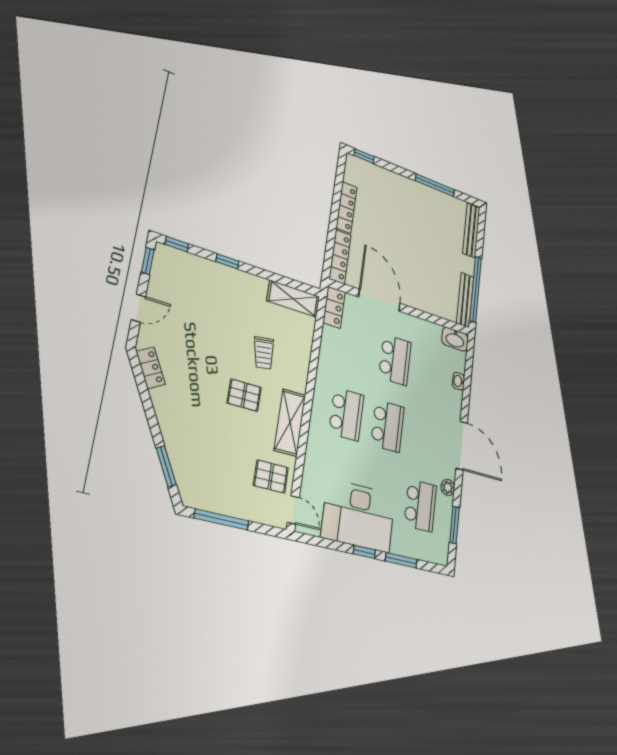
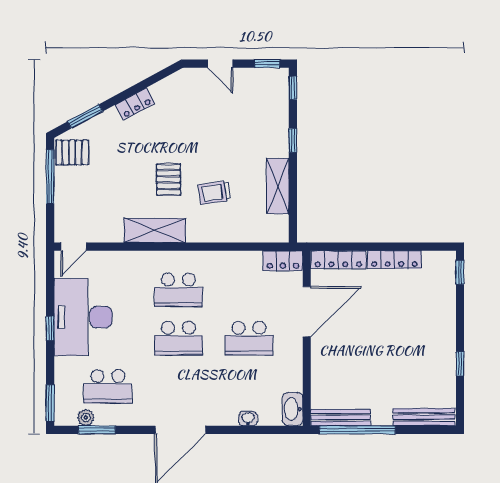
window: (435, 185) -> (460, 364), width x0.46
shelving: (293, 299) -> (278, 186), moved
locker: (151, 368) -> (135, 104), moved
pallet: (271, 476) -> (72, 152), moved, turned 90
plant: (448, 488) -> (86, 417), moved
window: (401, 560) -> (50, 403), moved

